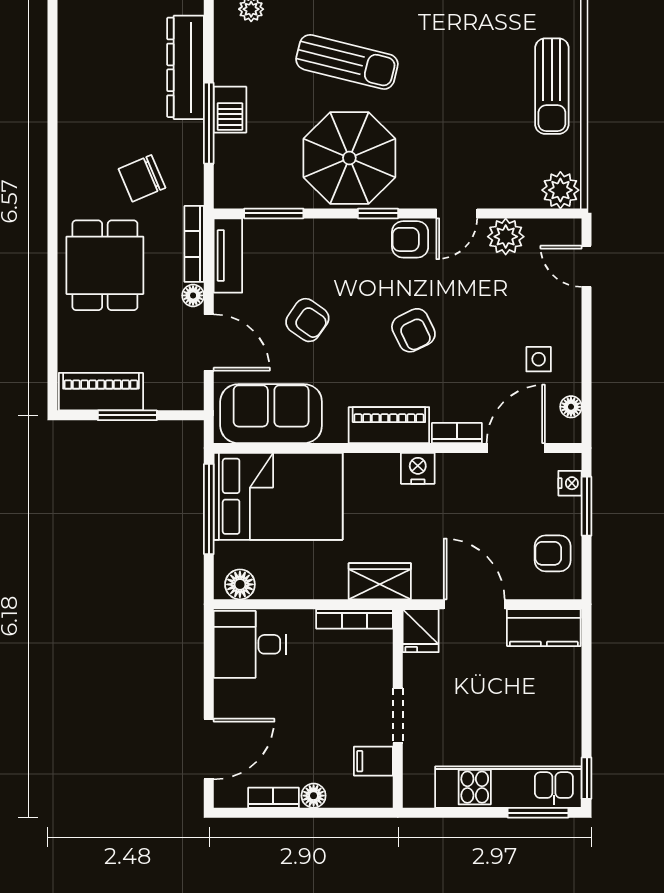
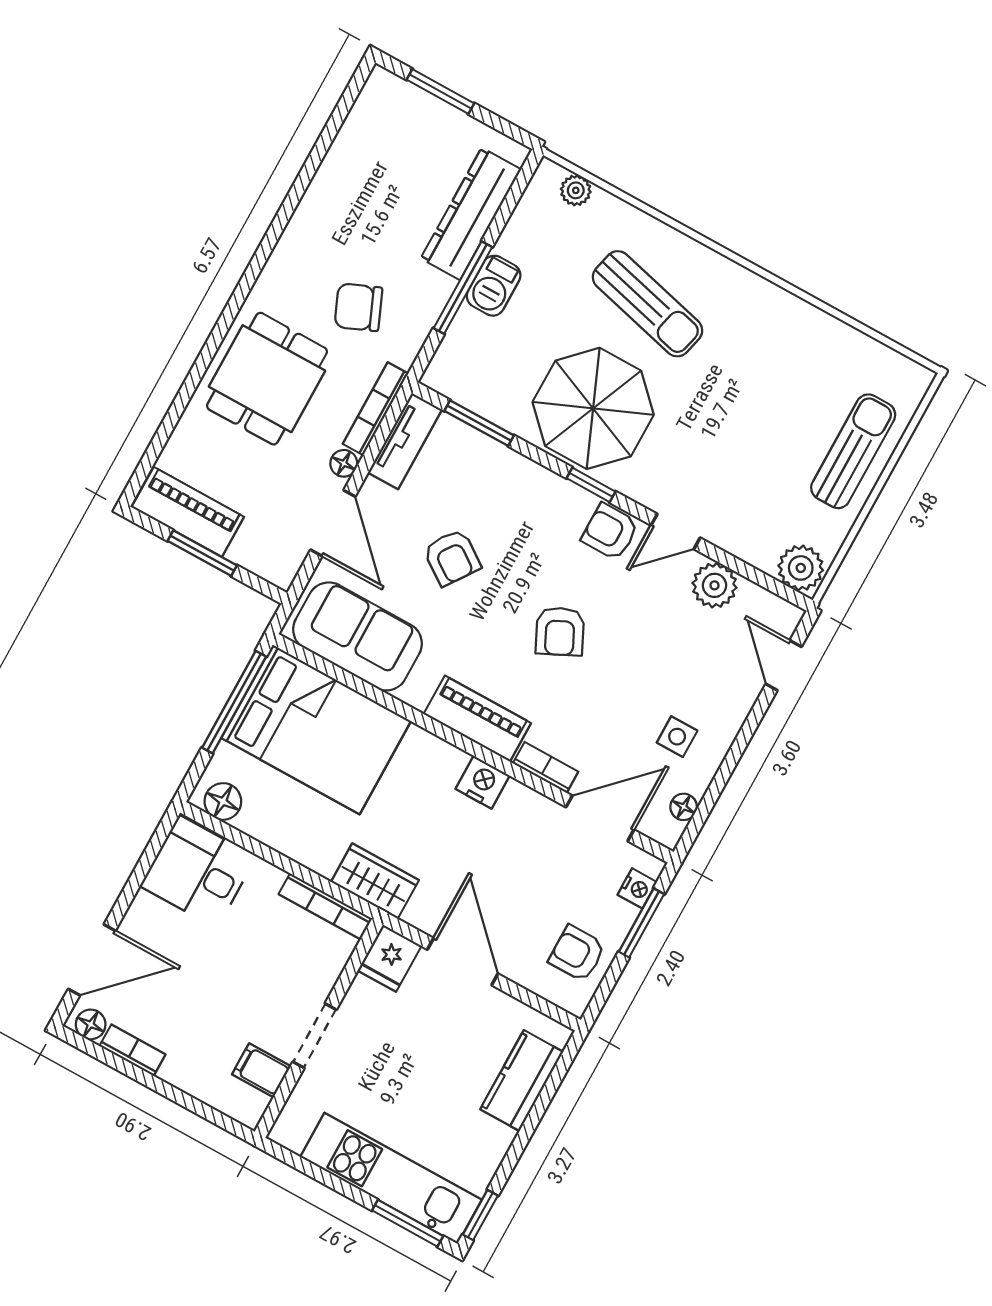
sun lounger: (552, 86) -> (853, 451), turned 180
kitchen counter: (544, 628) -> (522, 1081), moved, turned 90
floor lamp: (314, 796) -> (91, 1024), moved

